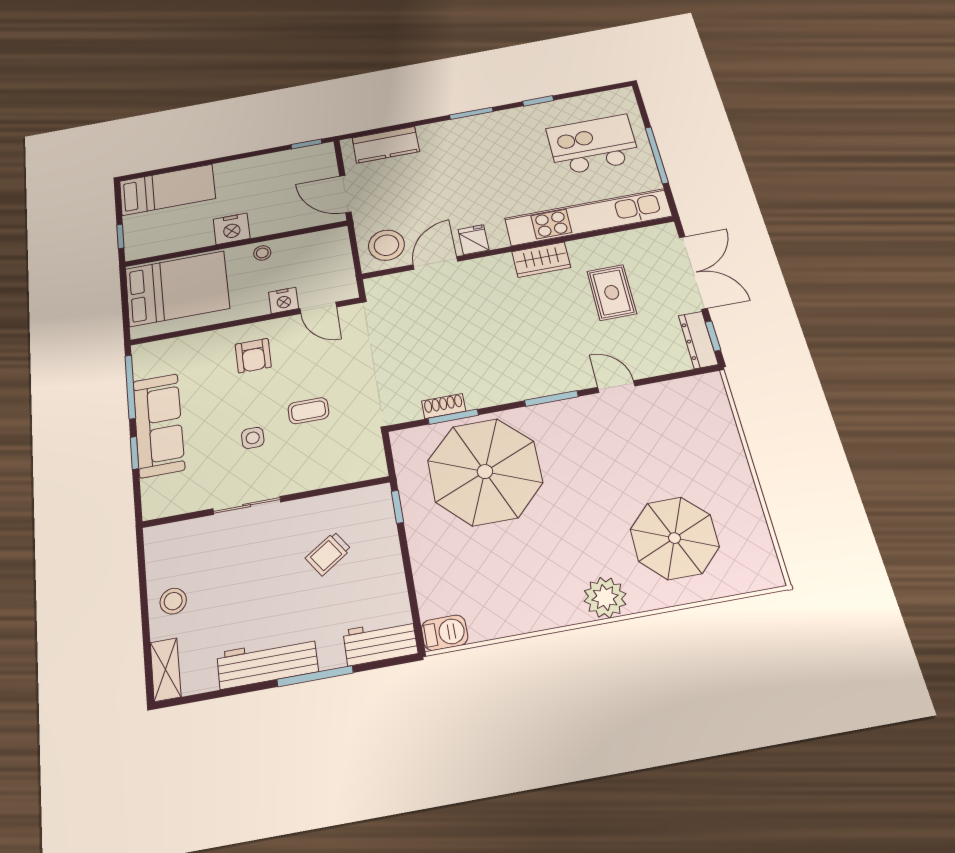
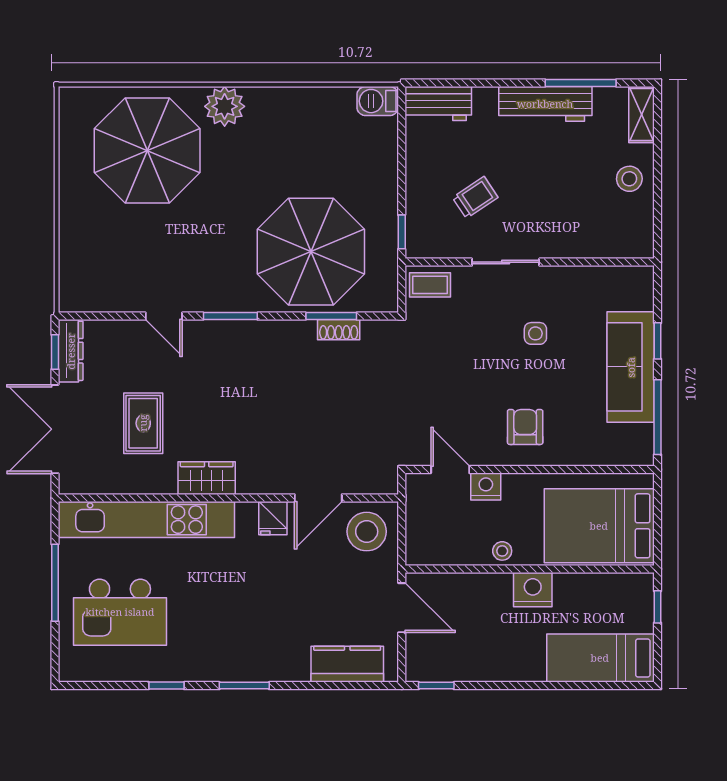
coffee table: (308, 411) -> (430, 285), moved
sliding door: (247, 505) -> (506, 262), moved
parasol: (675, 538) -> (147, 150), width x1.36, depth x1.36
window: (315, 676) -> (581, 83), moved

